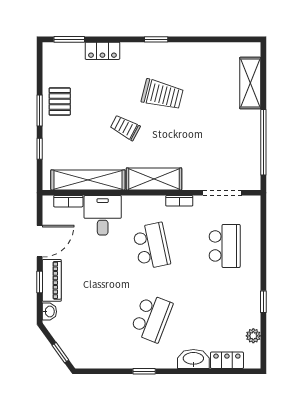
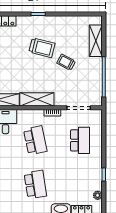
trolley: (125, 128) -> (66, 62), moved
school desk: (151, 318) -> (35, 184), turned -30

